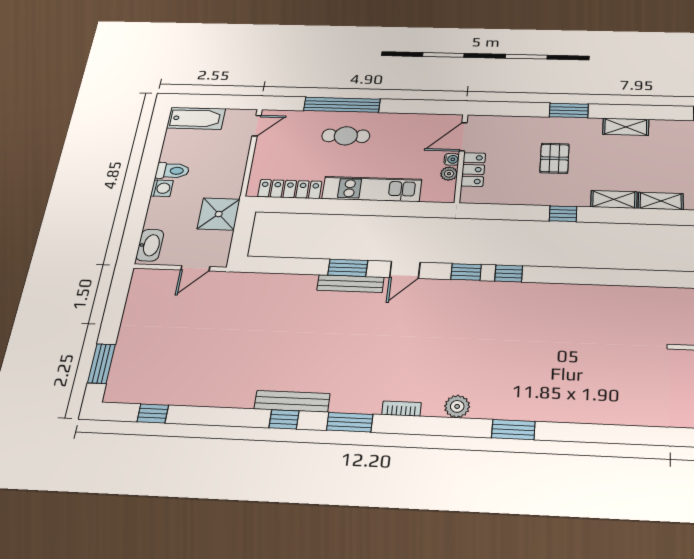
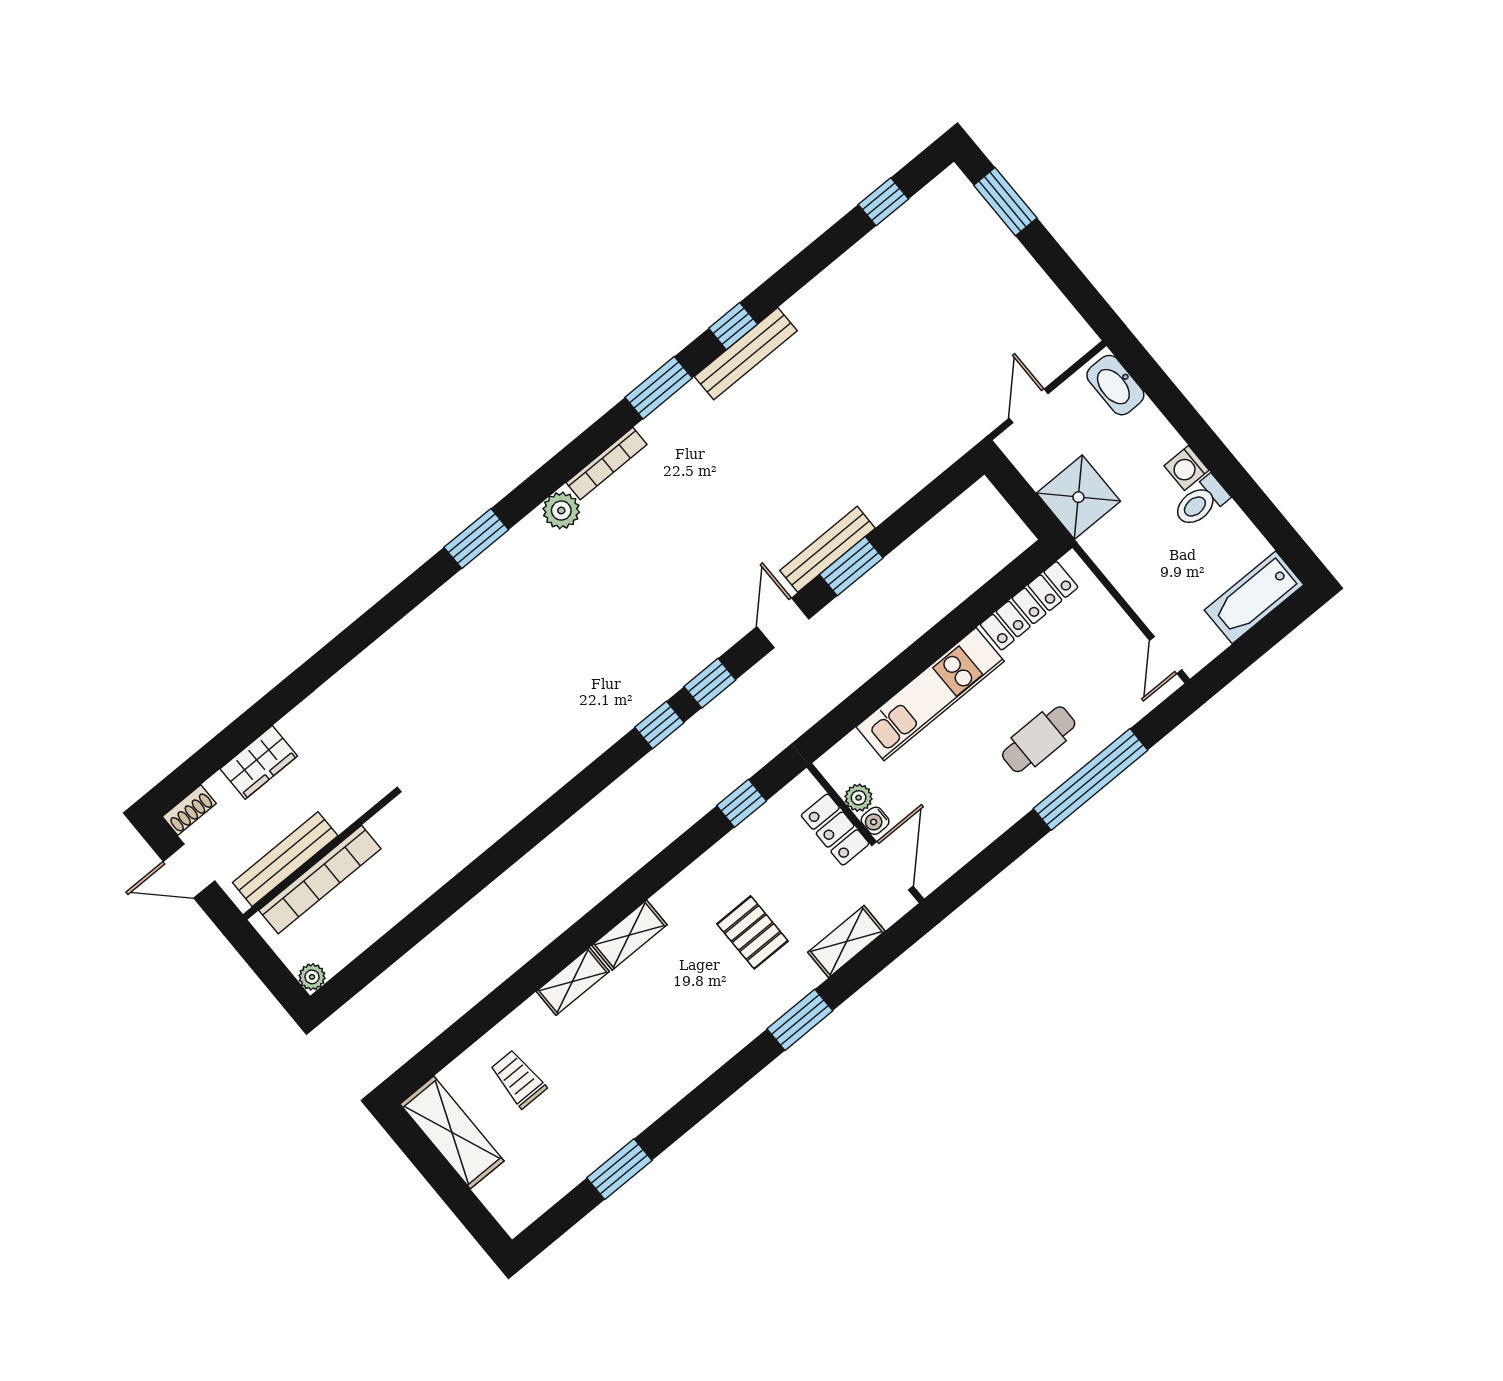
shelving: (626, 127) -> (846, 942), moved
window: (563, 214) -> (742, 803), moved
bookcase: (402, 409) -> (607, 464), width x1.56

